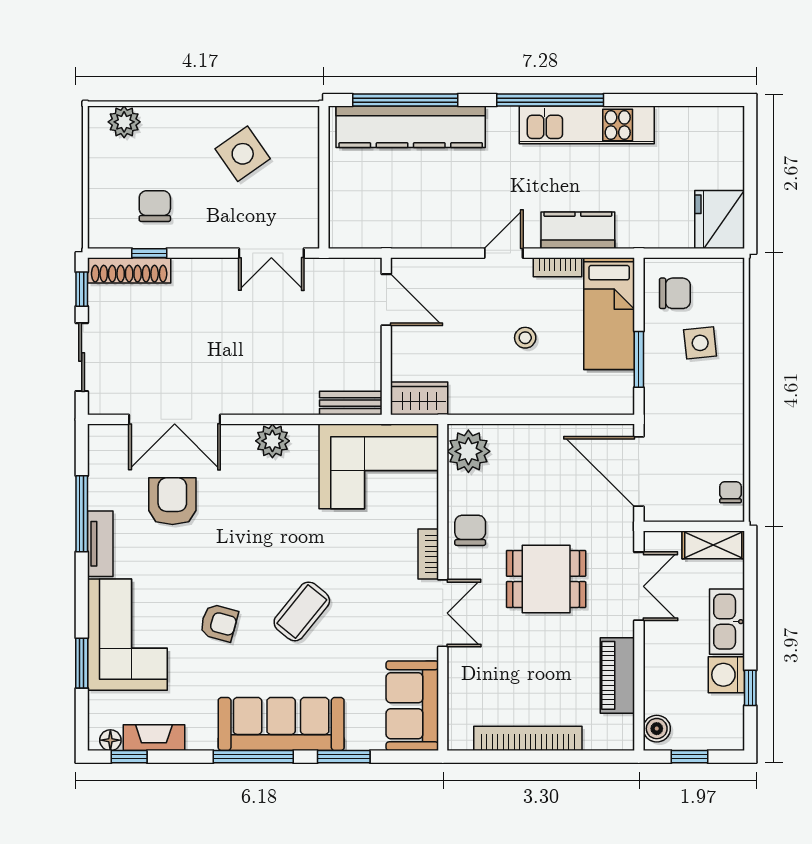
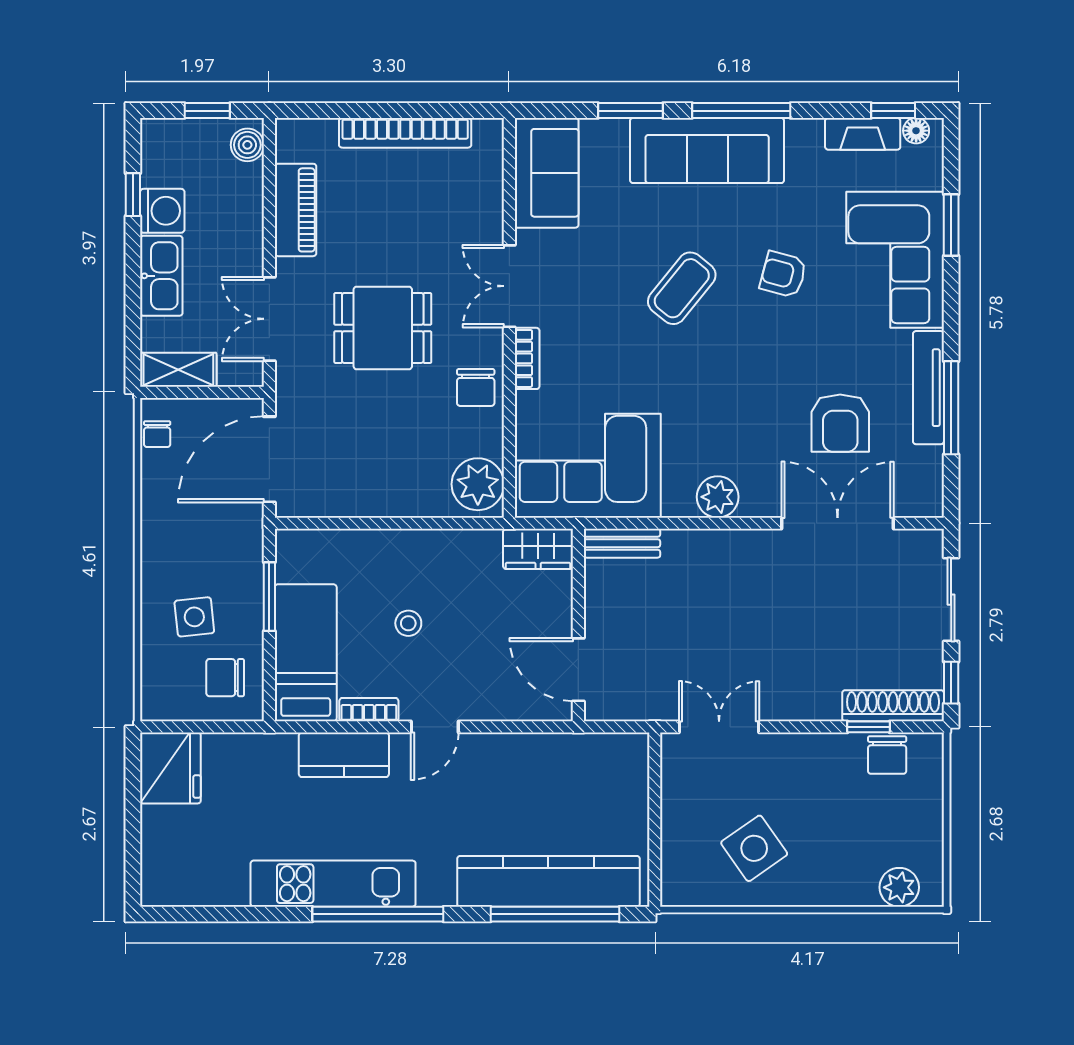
chair: (155, 206) -> (887, 755), moved
door: (639, 472) -> (269, 459), swing flipped
tv unit: (100, 544) -> (928, 388), width x1.41

